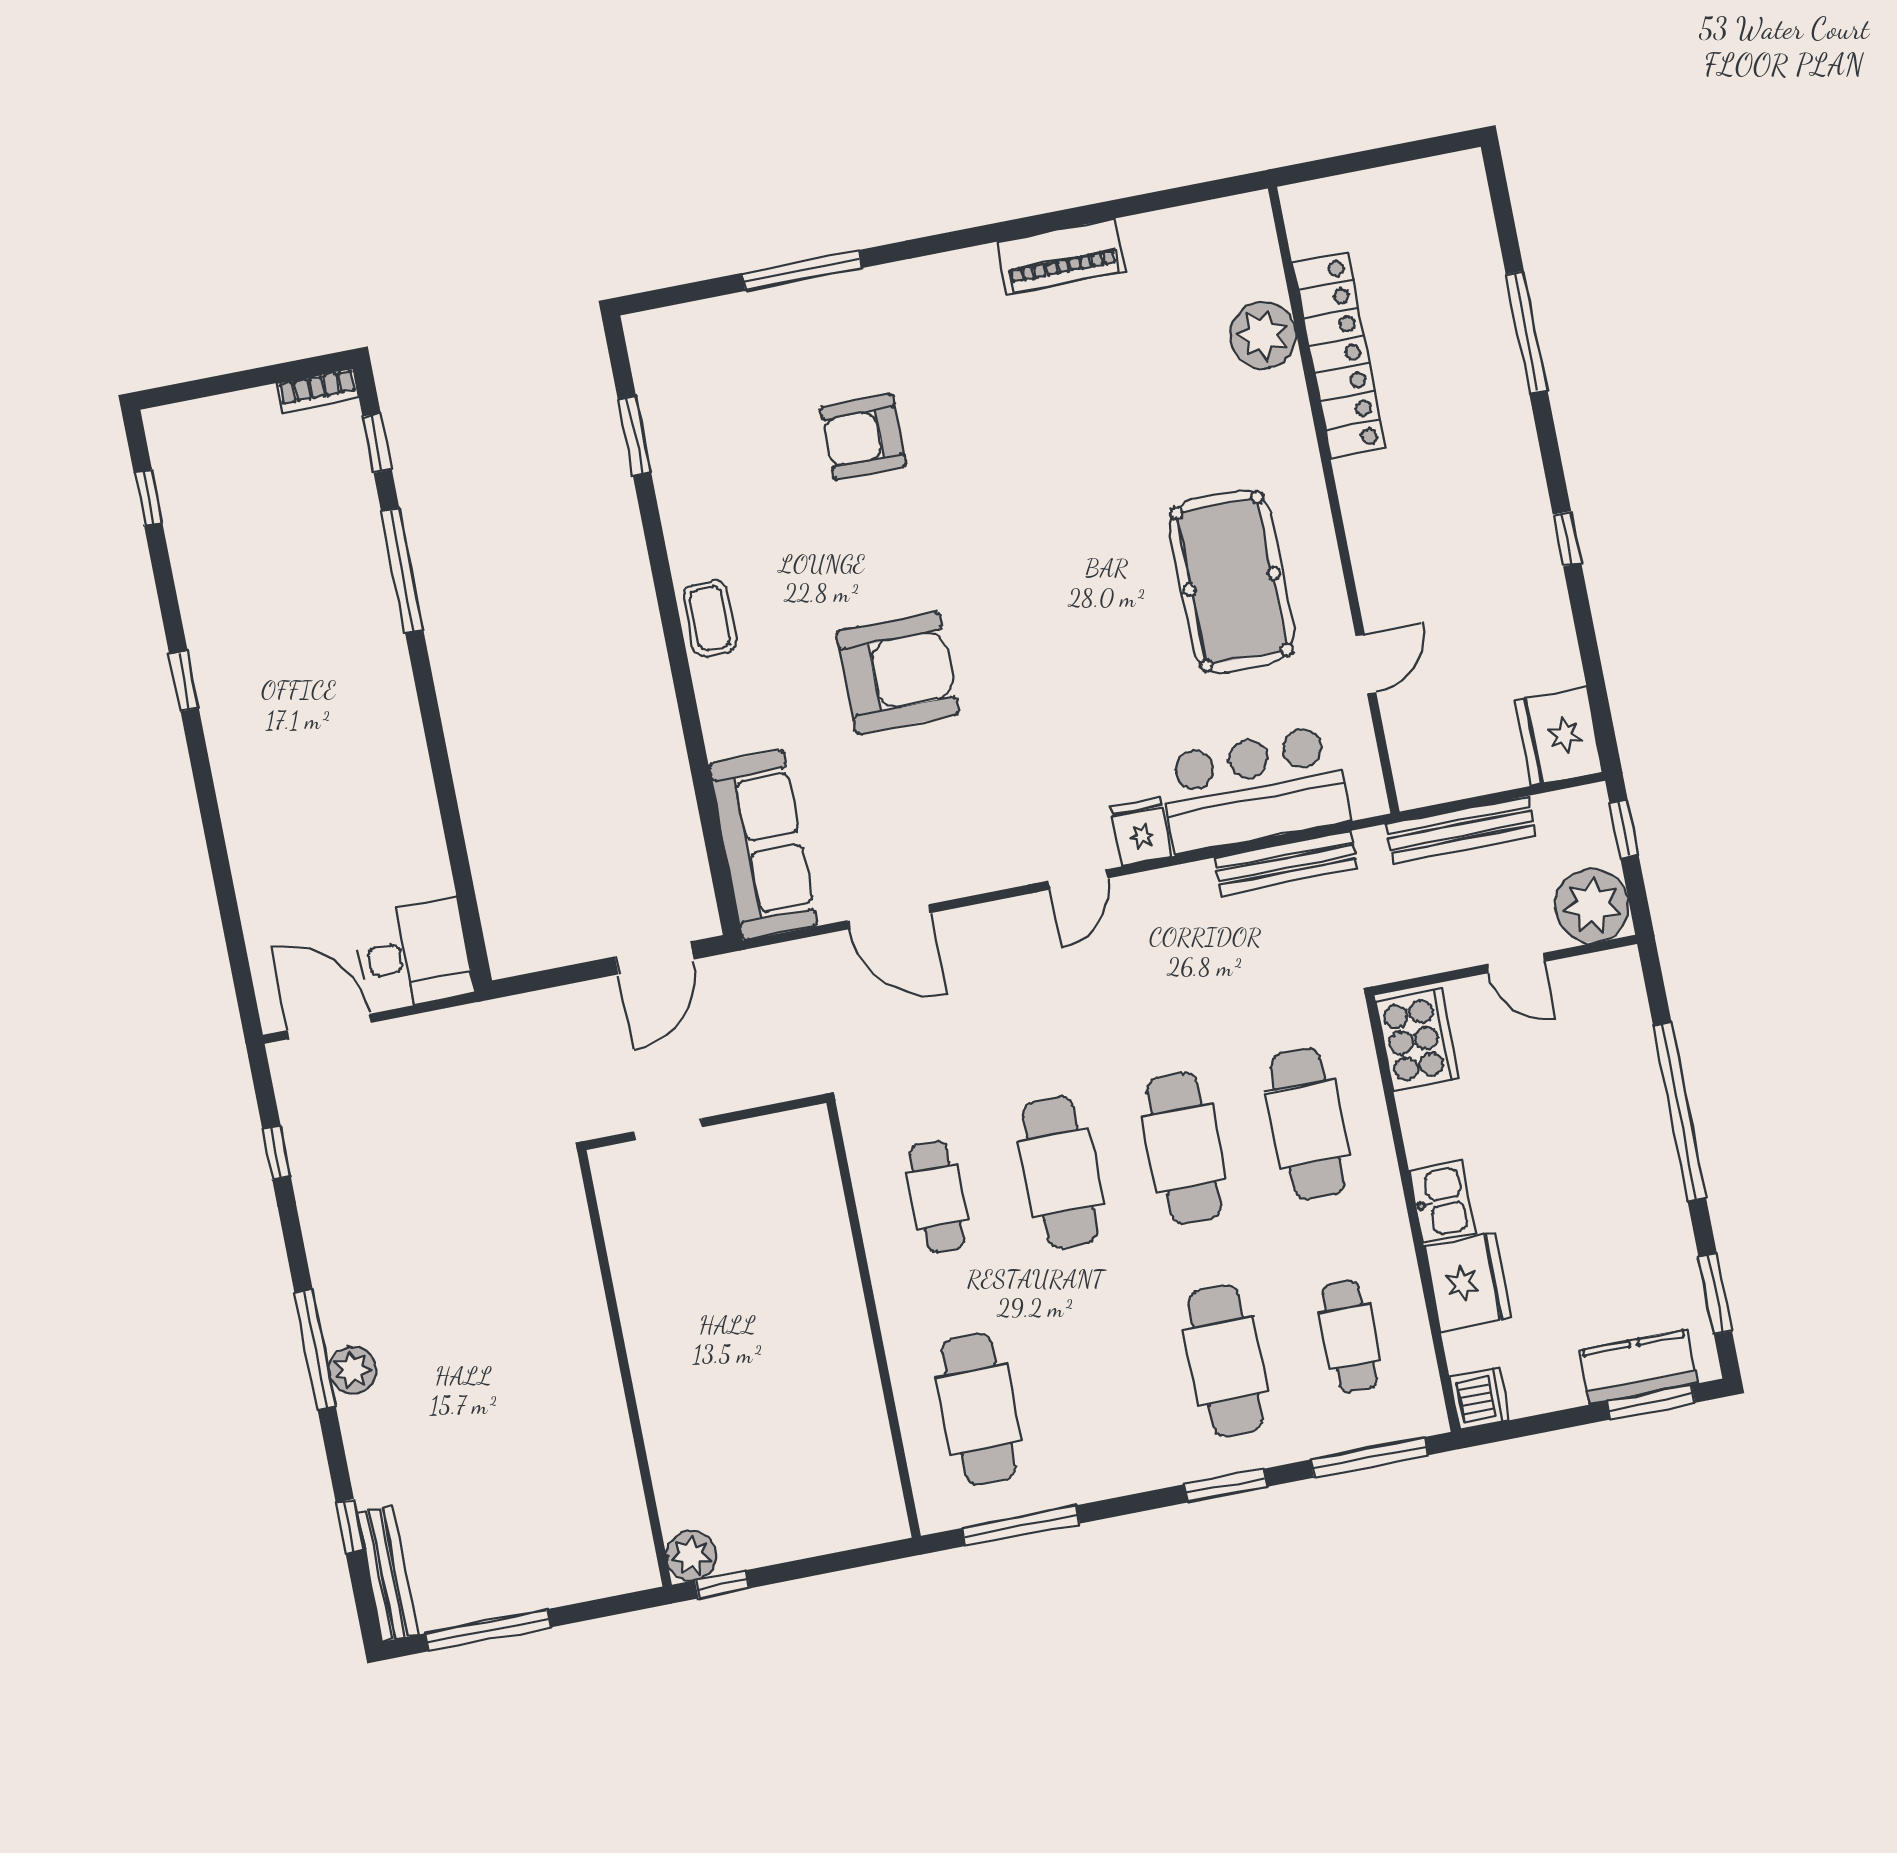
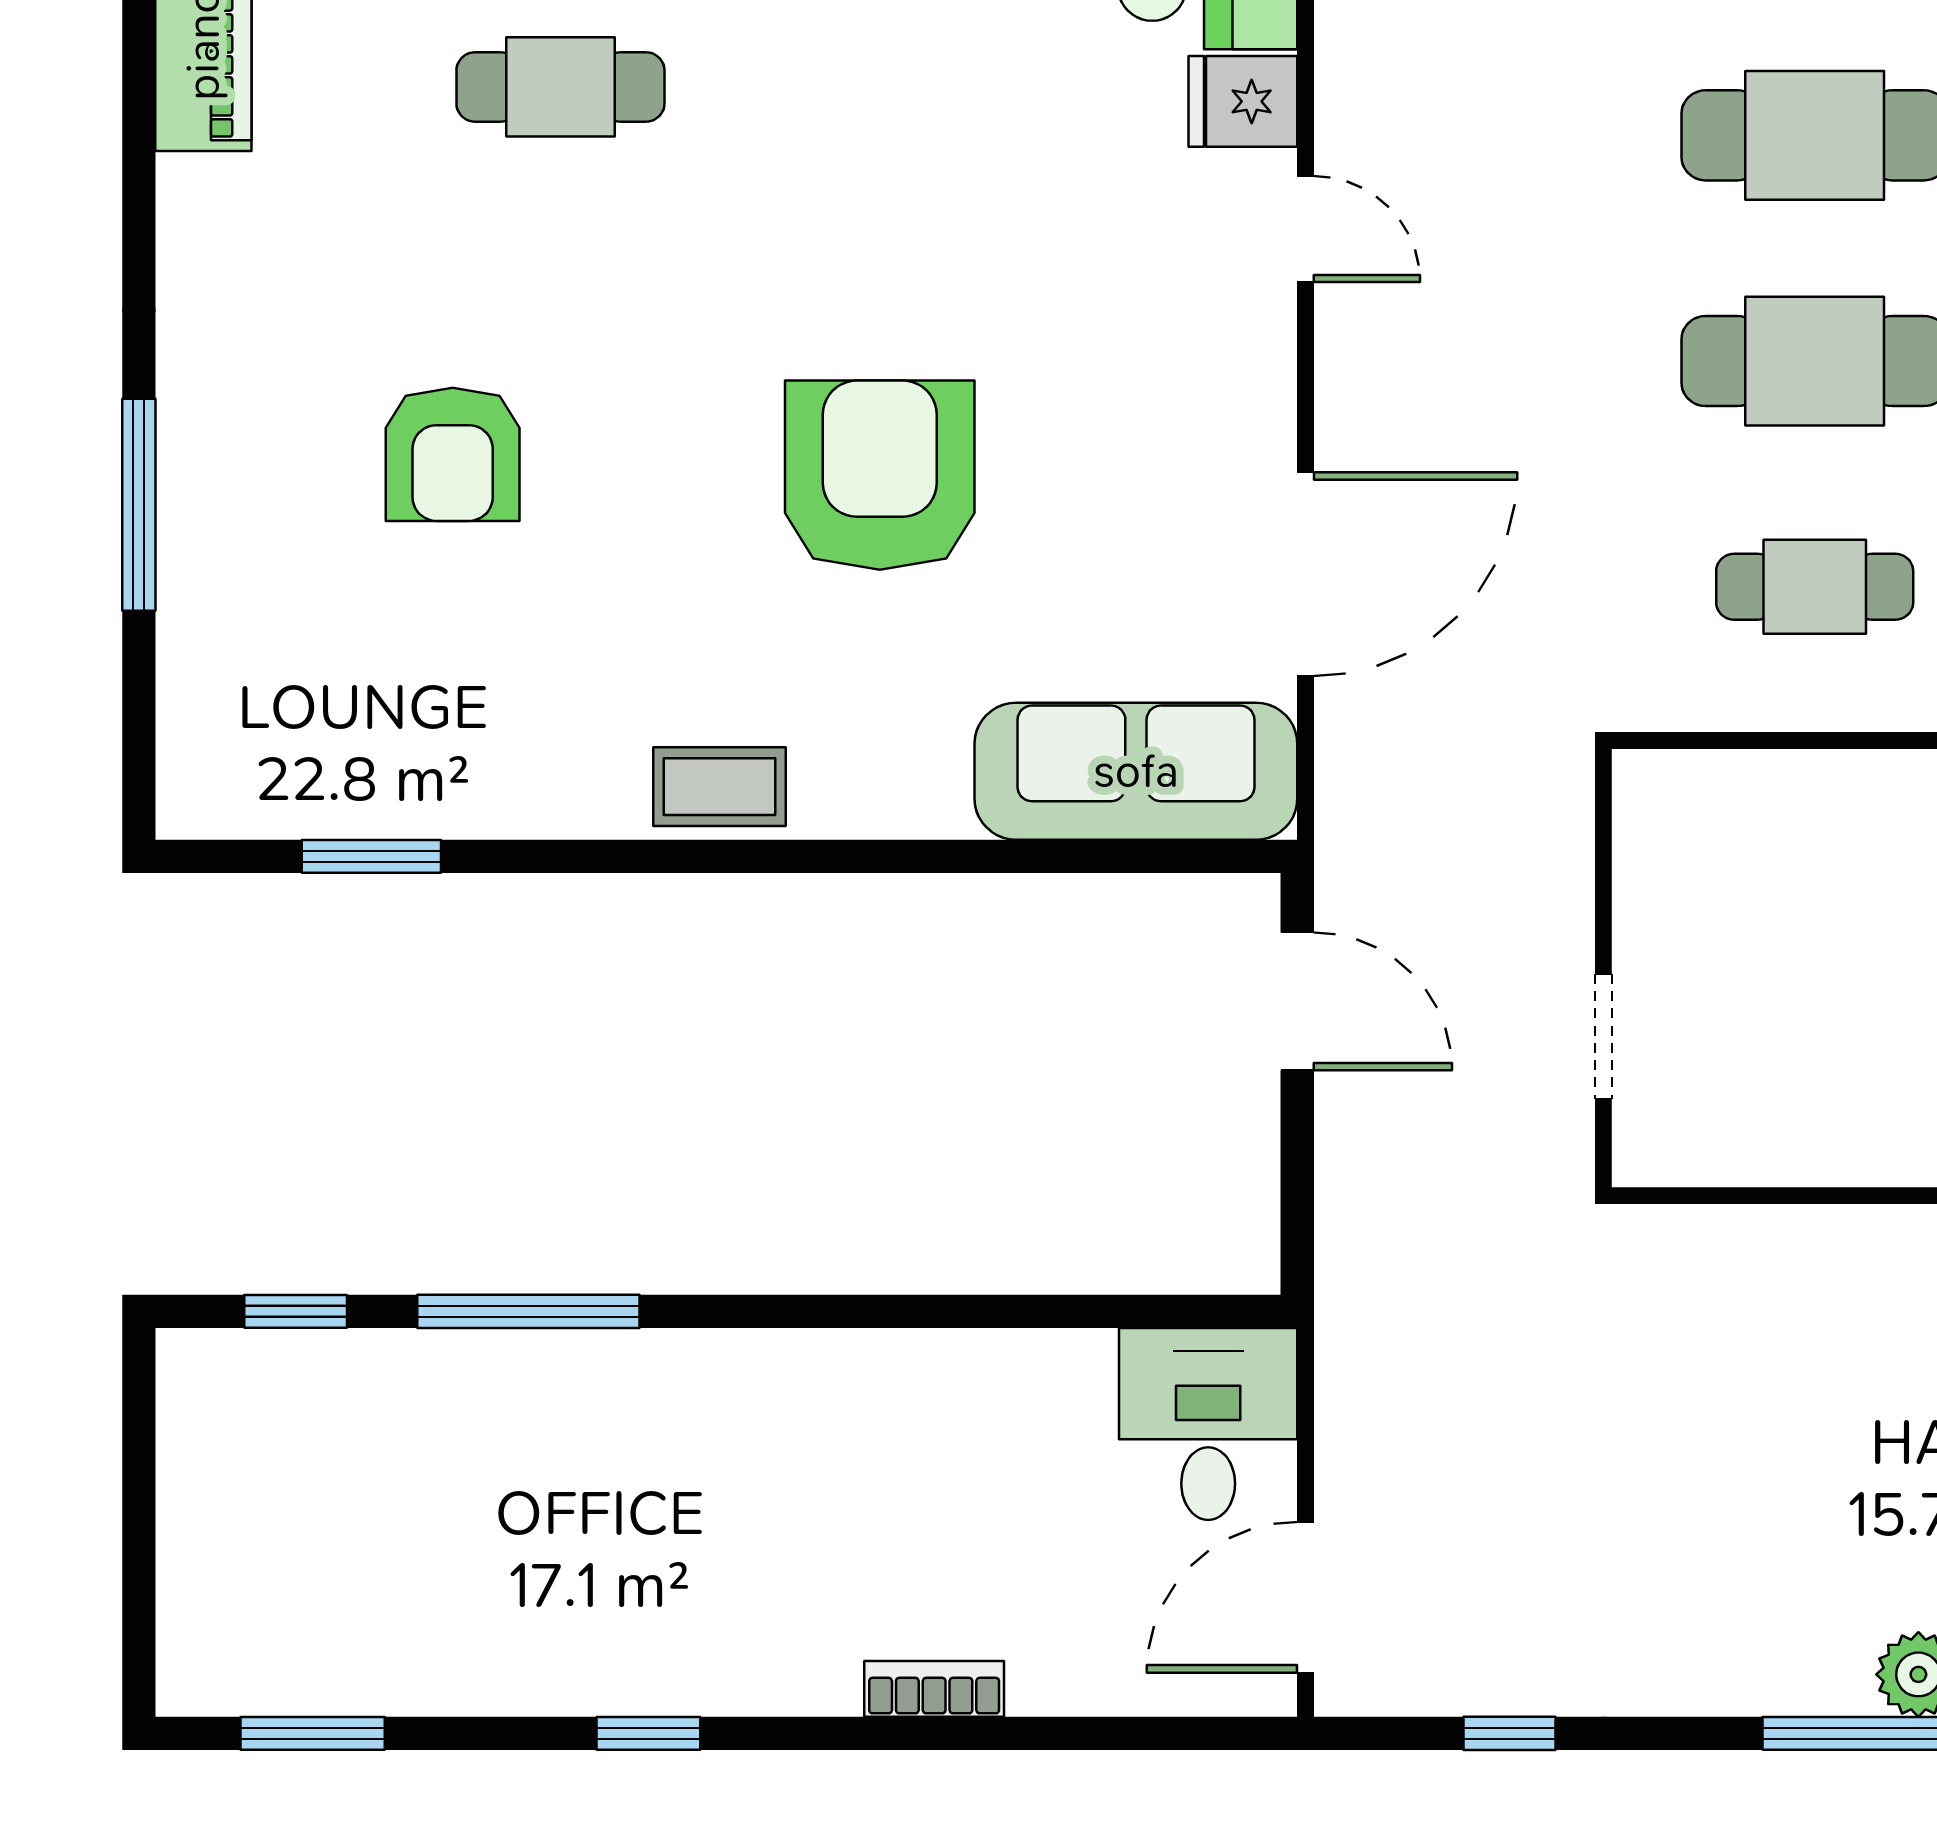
bookcase: (318, 391) -> (934, 1689), moved, turned -90
cafe table: (1076, 456) -> (560, 87), added
window: (148, 498) -> (313, 1733), width x1.50
door: (889, 917) -> (1306, 574), width x1.36

